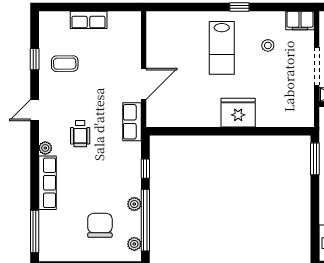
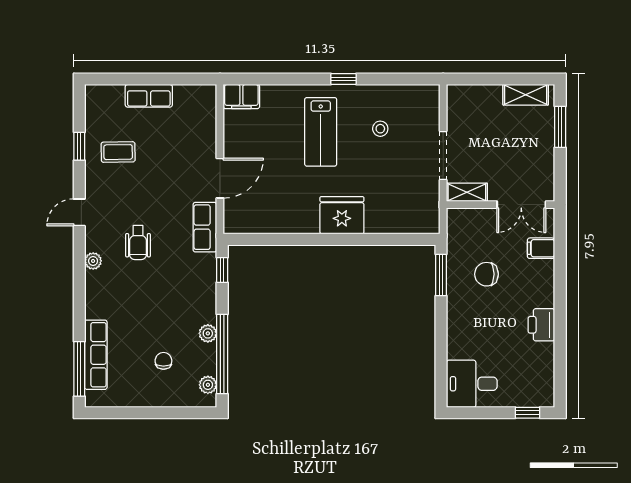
filing cabinet: (300, 21) -> (241, 97), moved
window: (145, 169) -> (222, 270), moved
row of seats: (47, 183) -> (96, 355), moved
chair: (100, 225) -> (163, 361), width x0.54, depth x0.54

